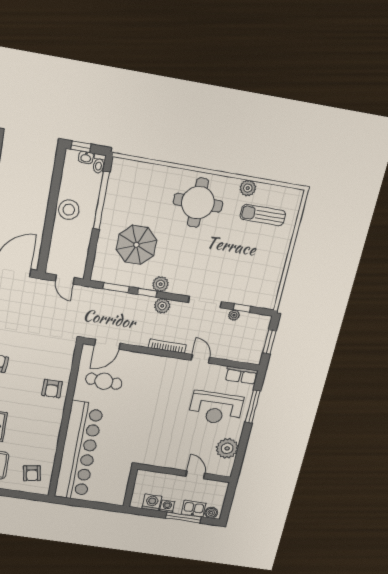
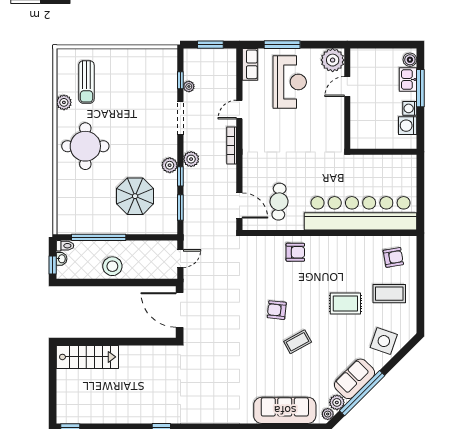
wall: (184, 473) -> (347, 99), moved
door: (195, 475) -> (347, 87), moved

